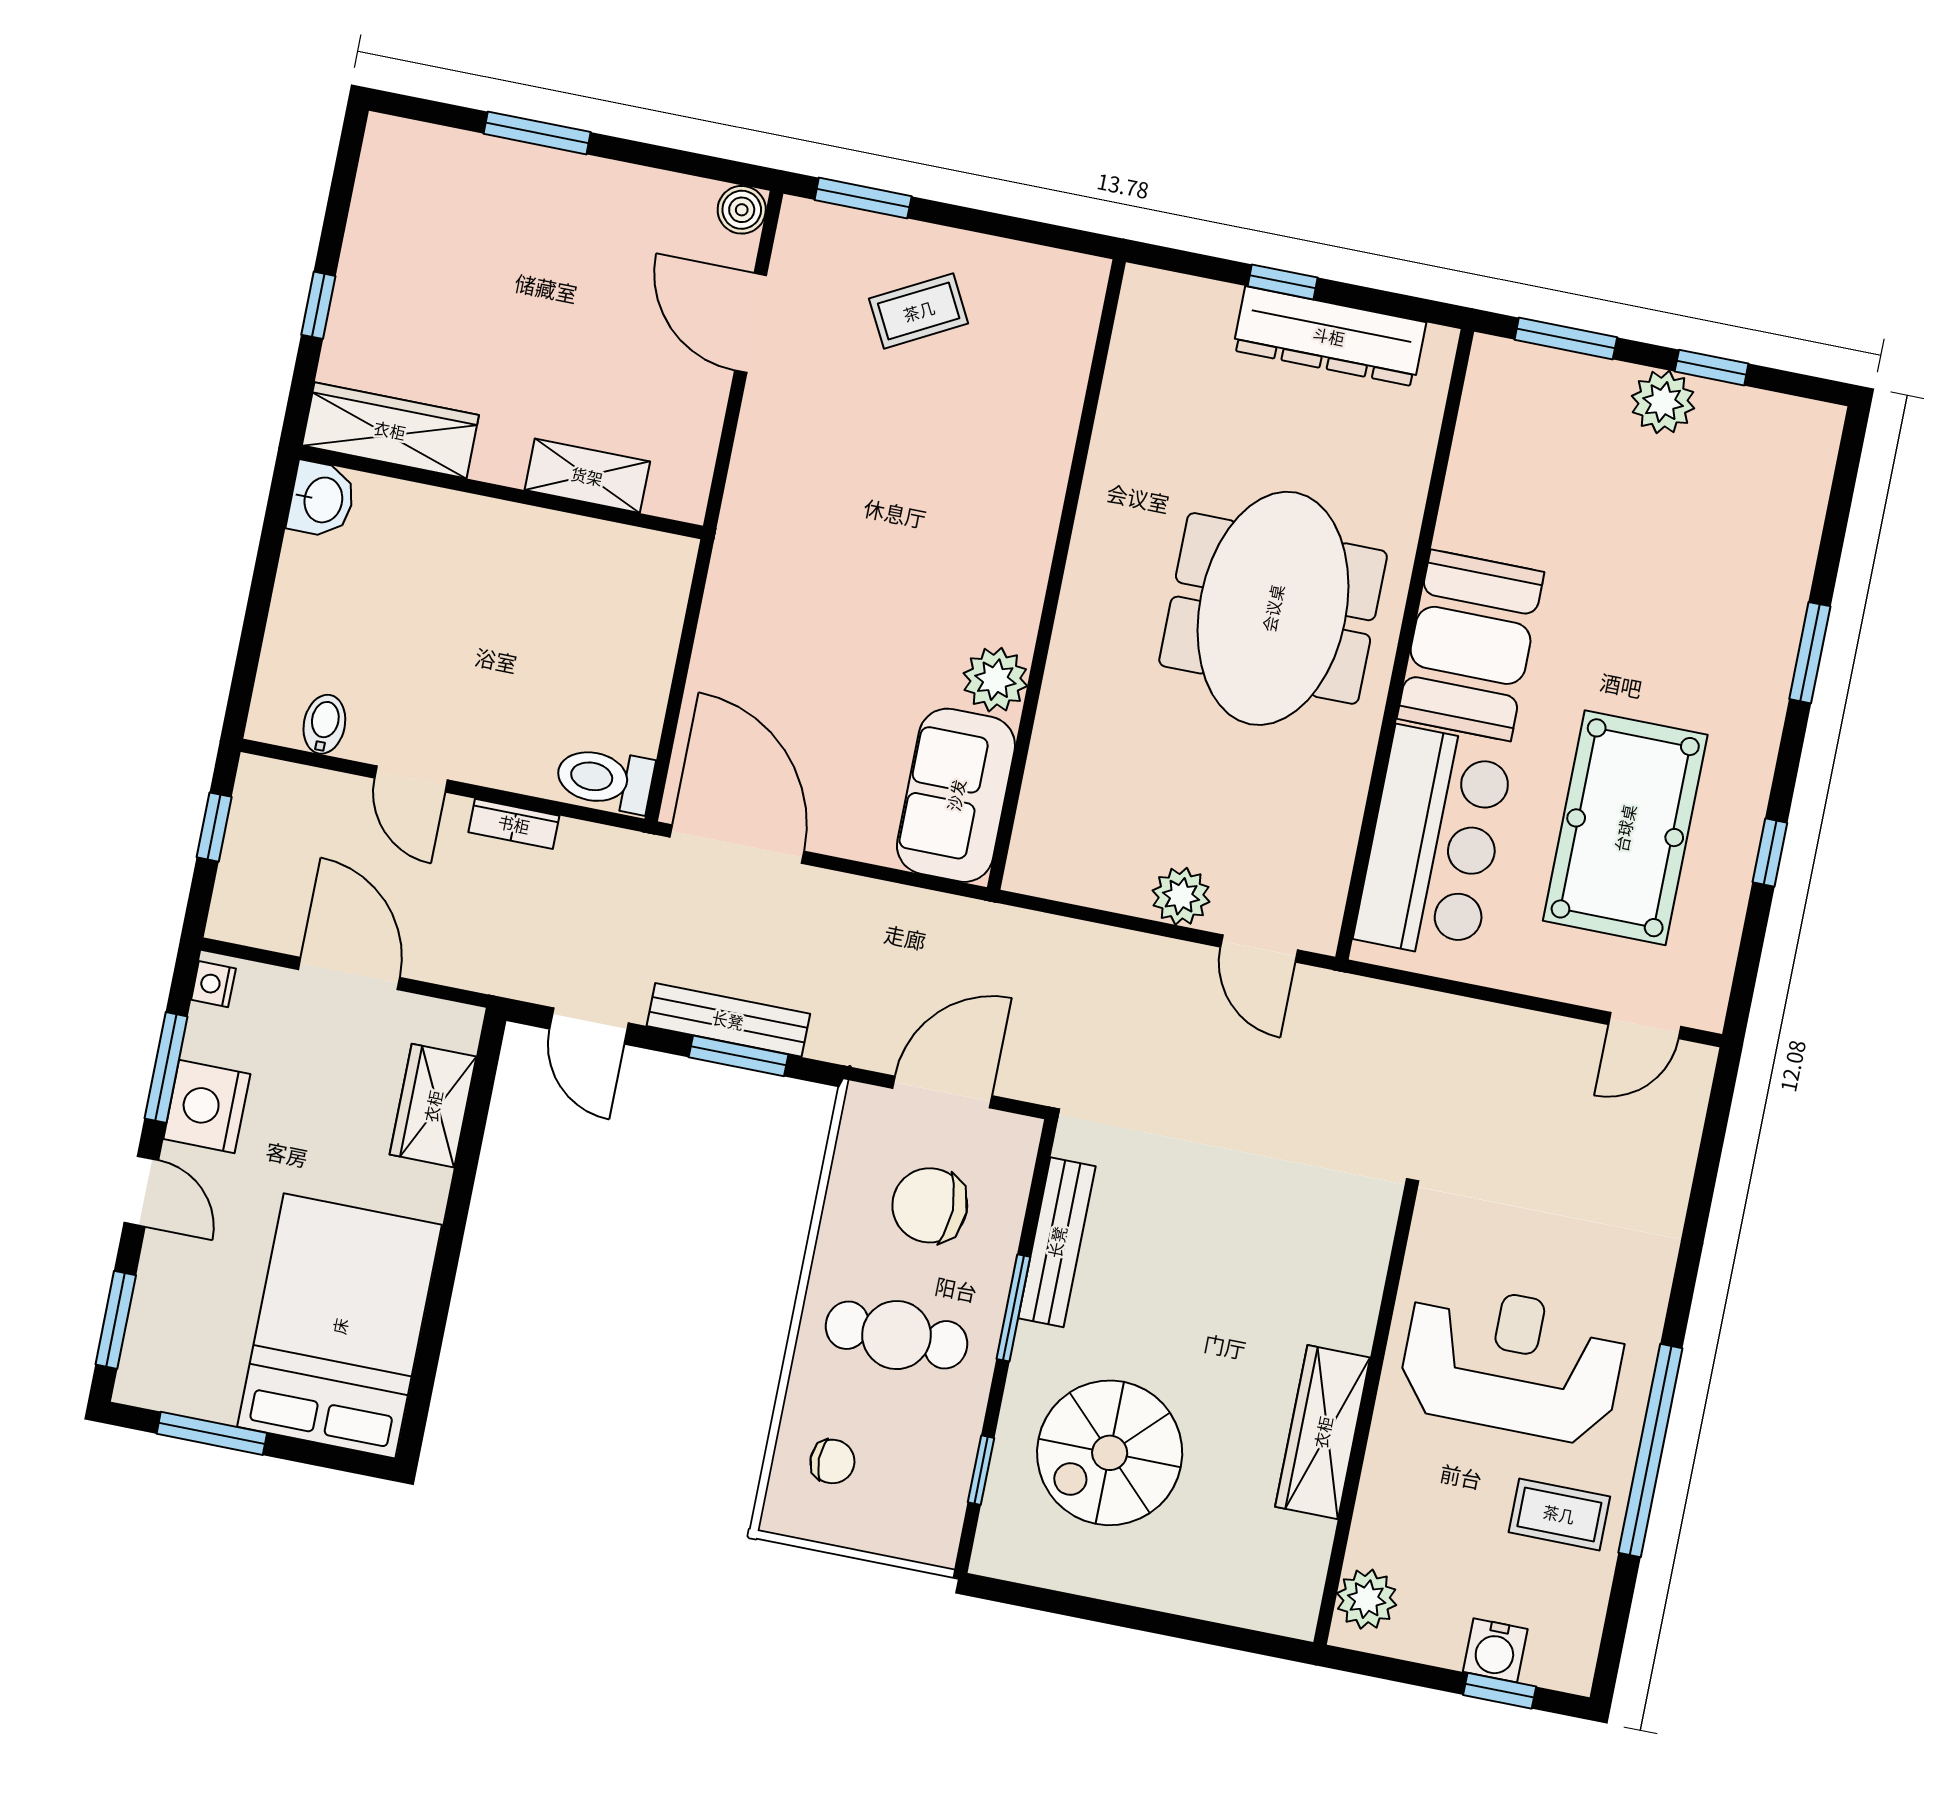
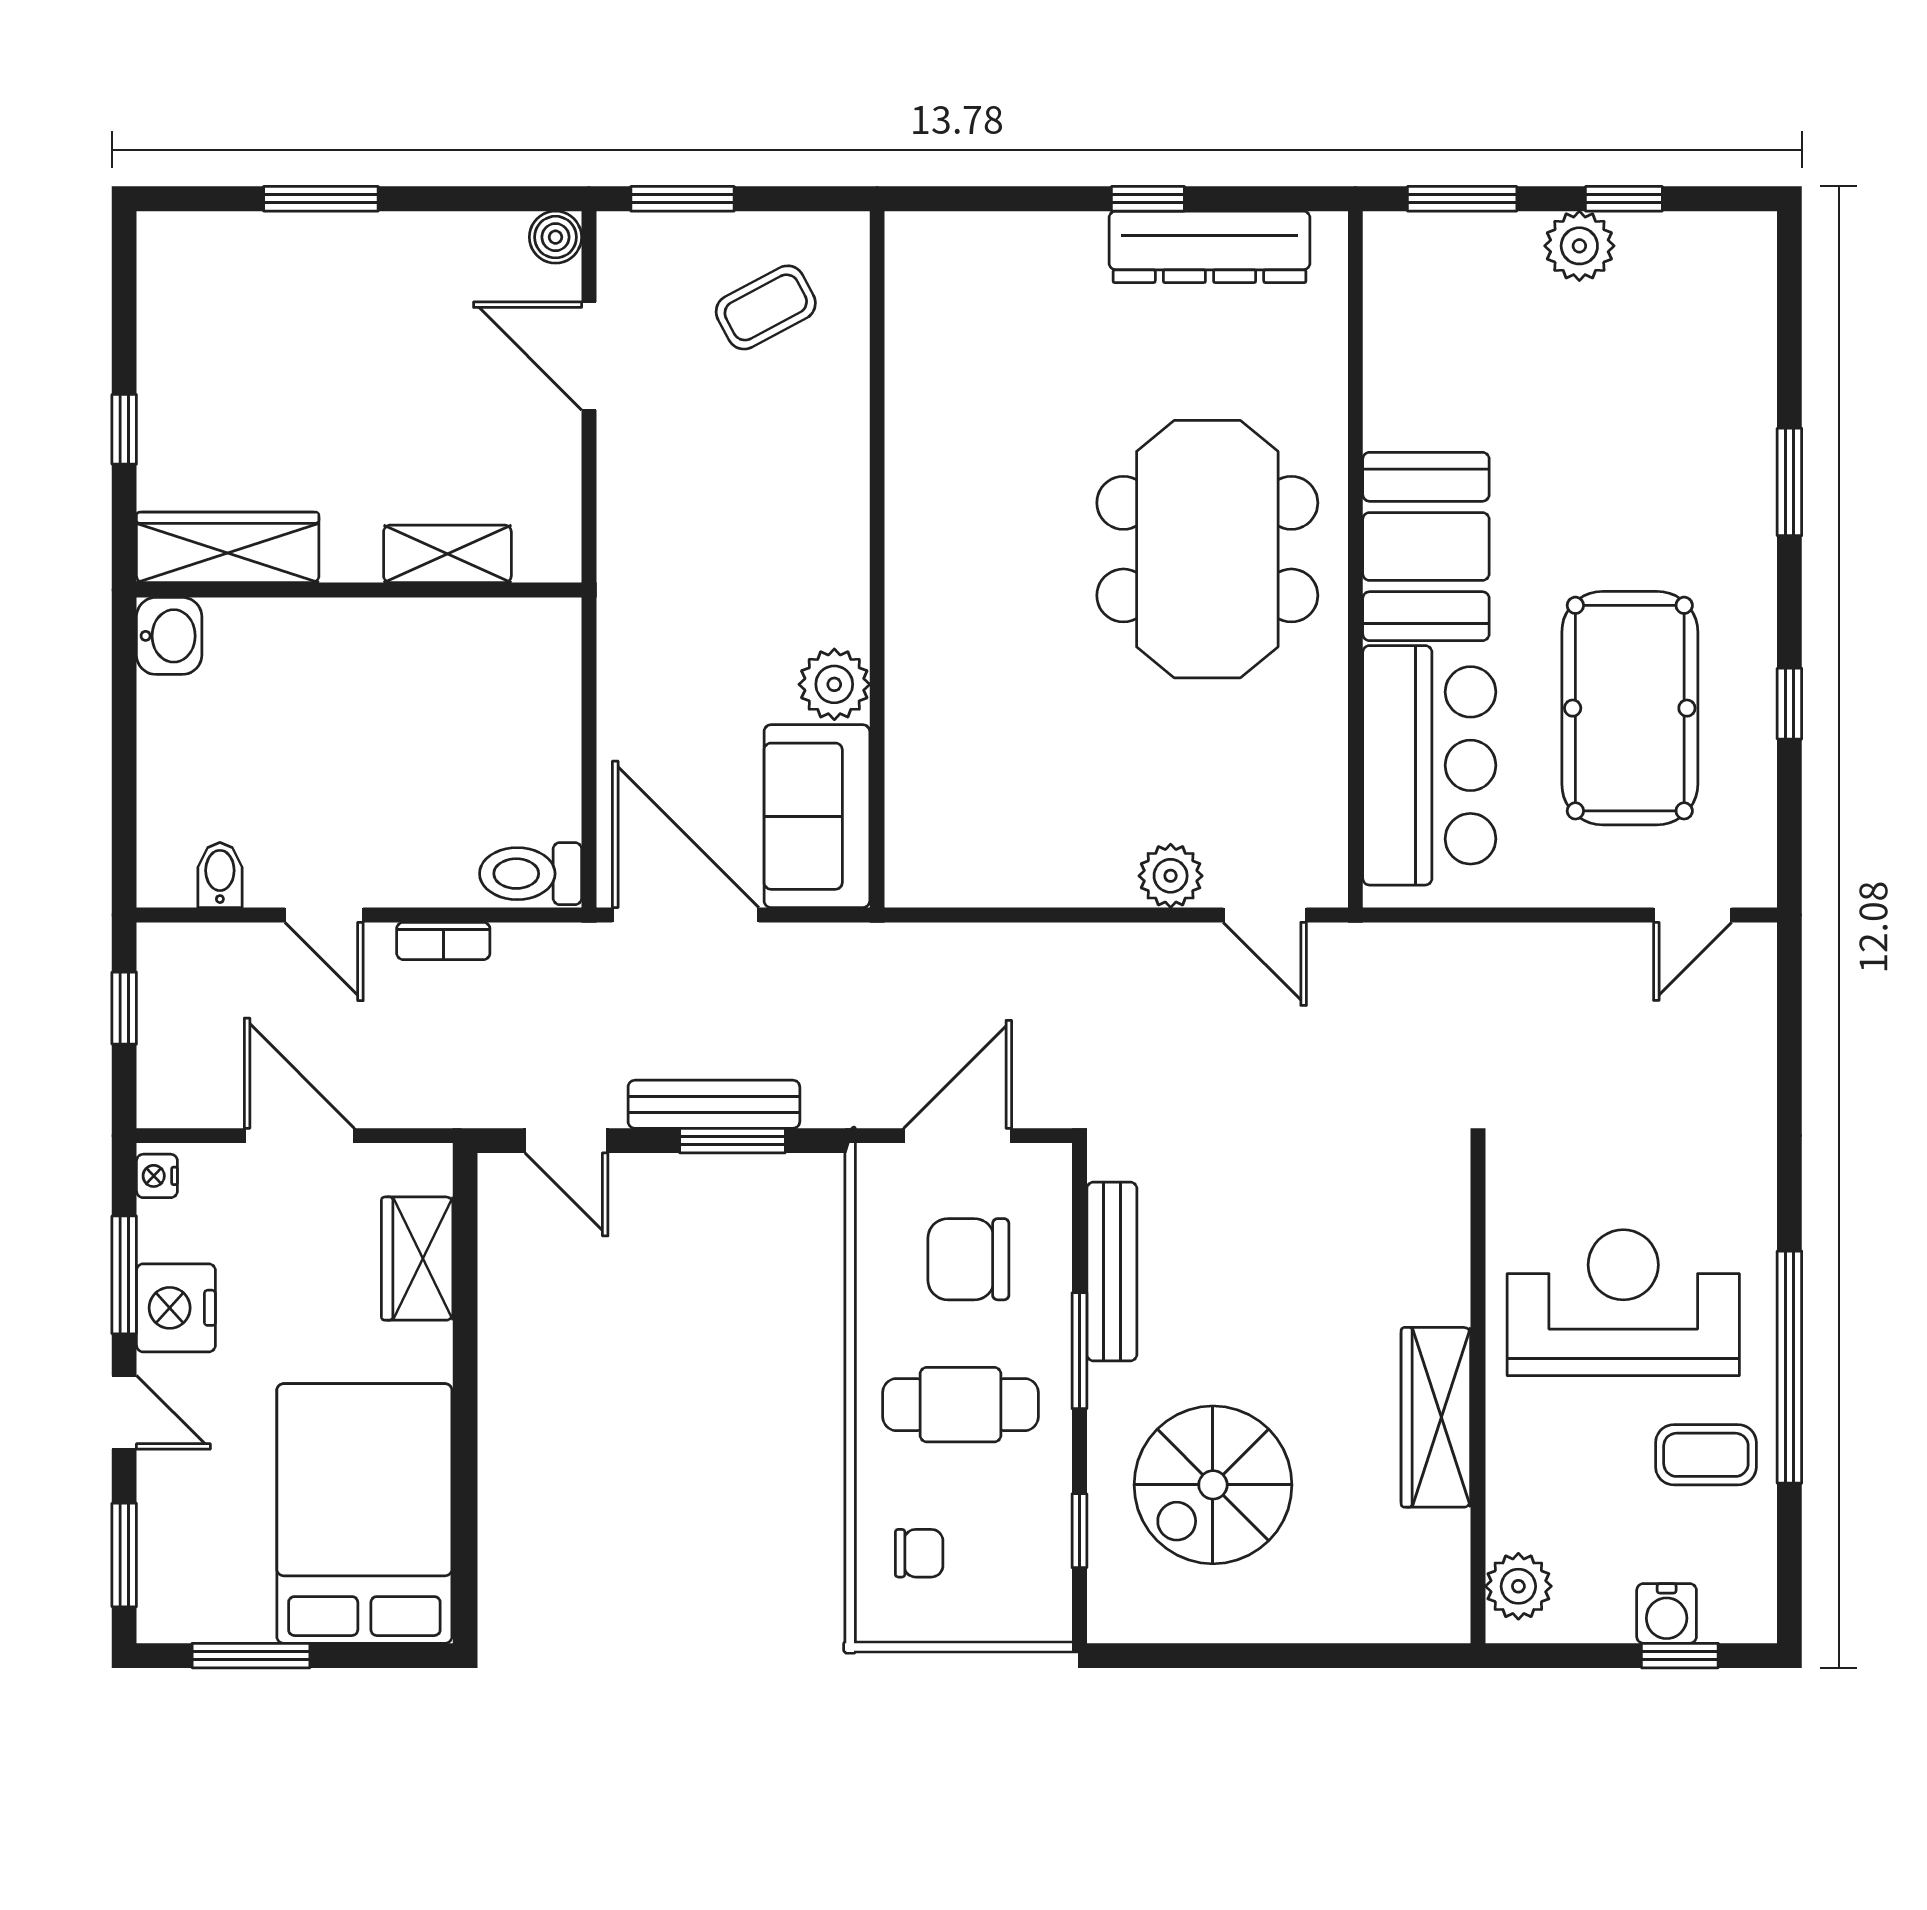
wall: (1056, 575) -> (877, 559), moved
plant: (995, 680) -> (834, 684), moved
sofa: (956, 795) -> (817, 816), moved

